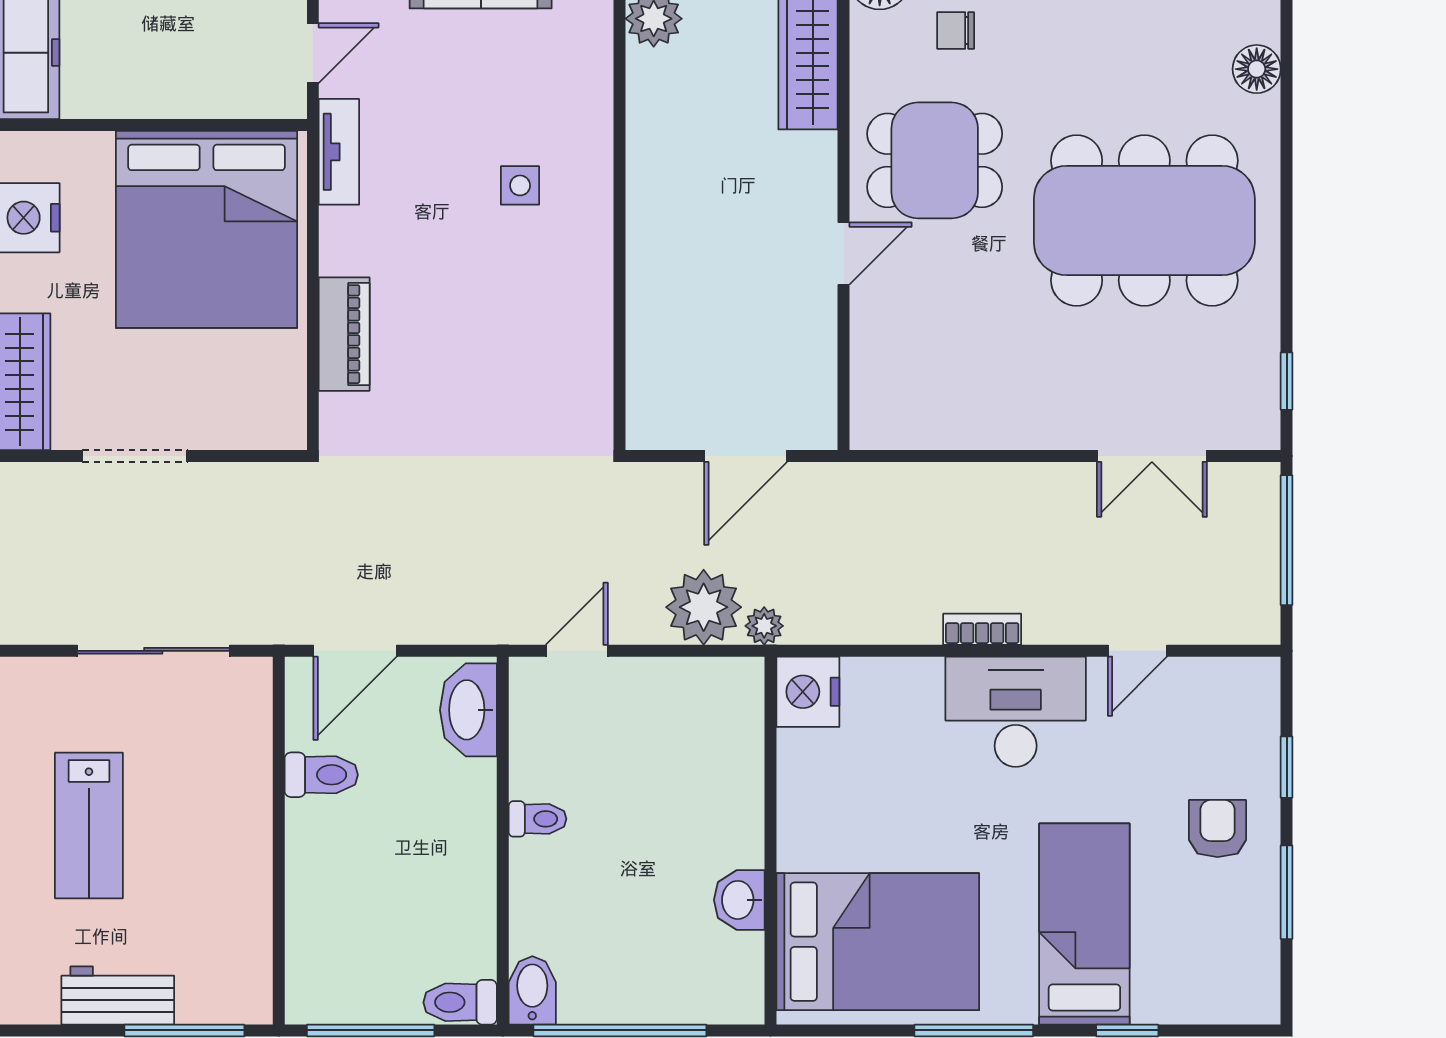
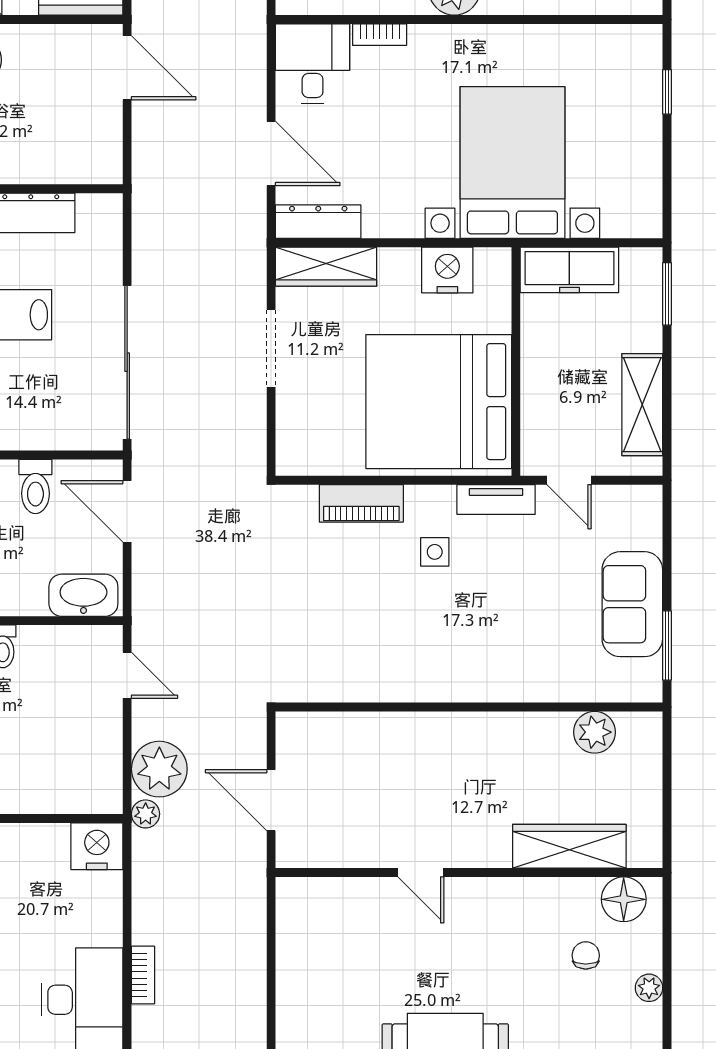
dining table: (935, 160) -> (490, 940), removed
side table: (520, 185) -> (435, 552), moved
sliding door: (153, 651) -> (127, 362), width x1.36

